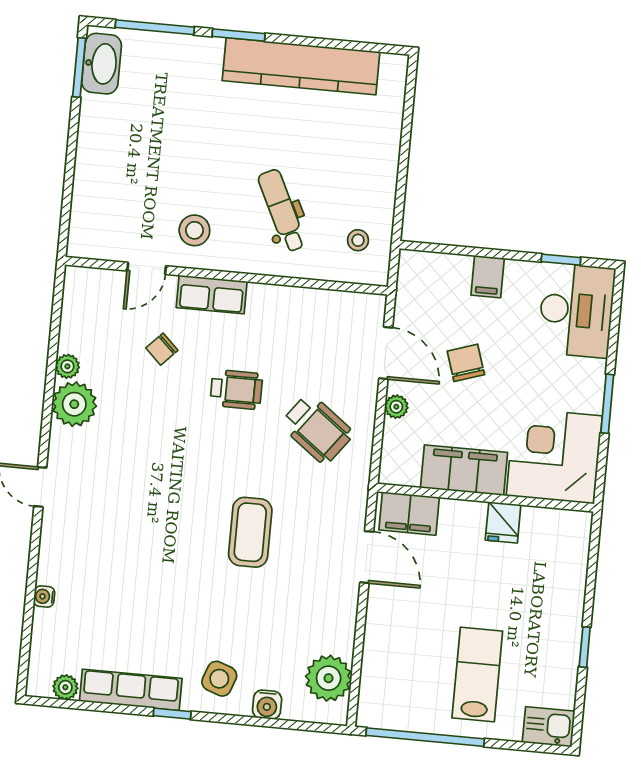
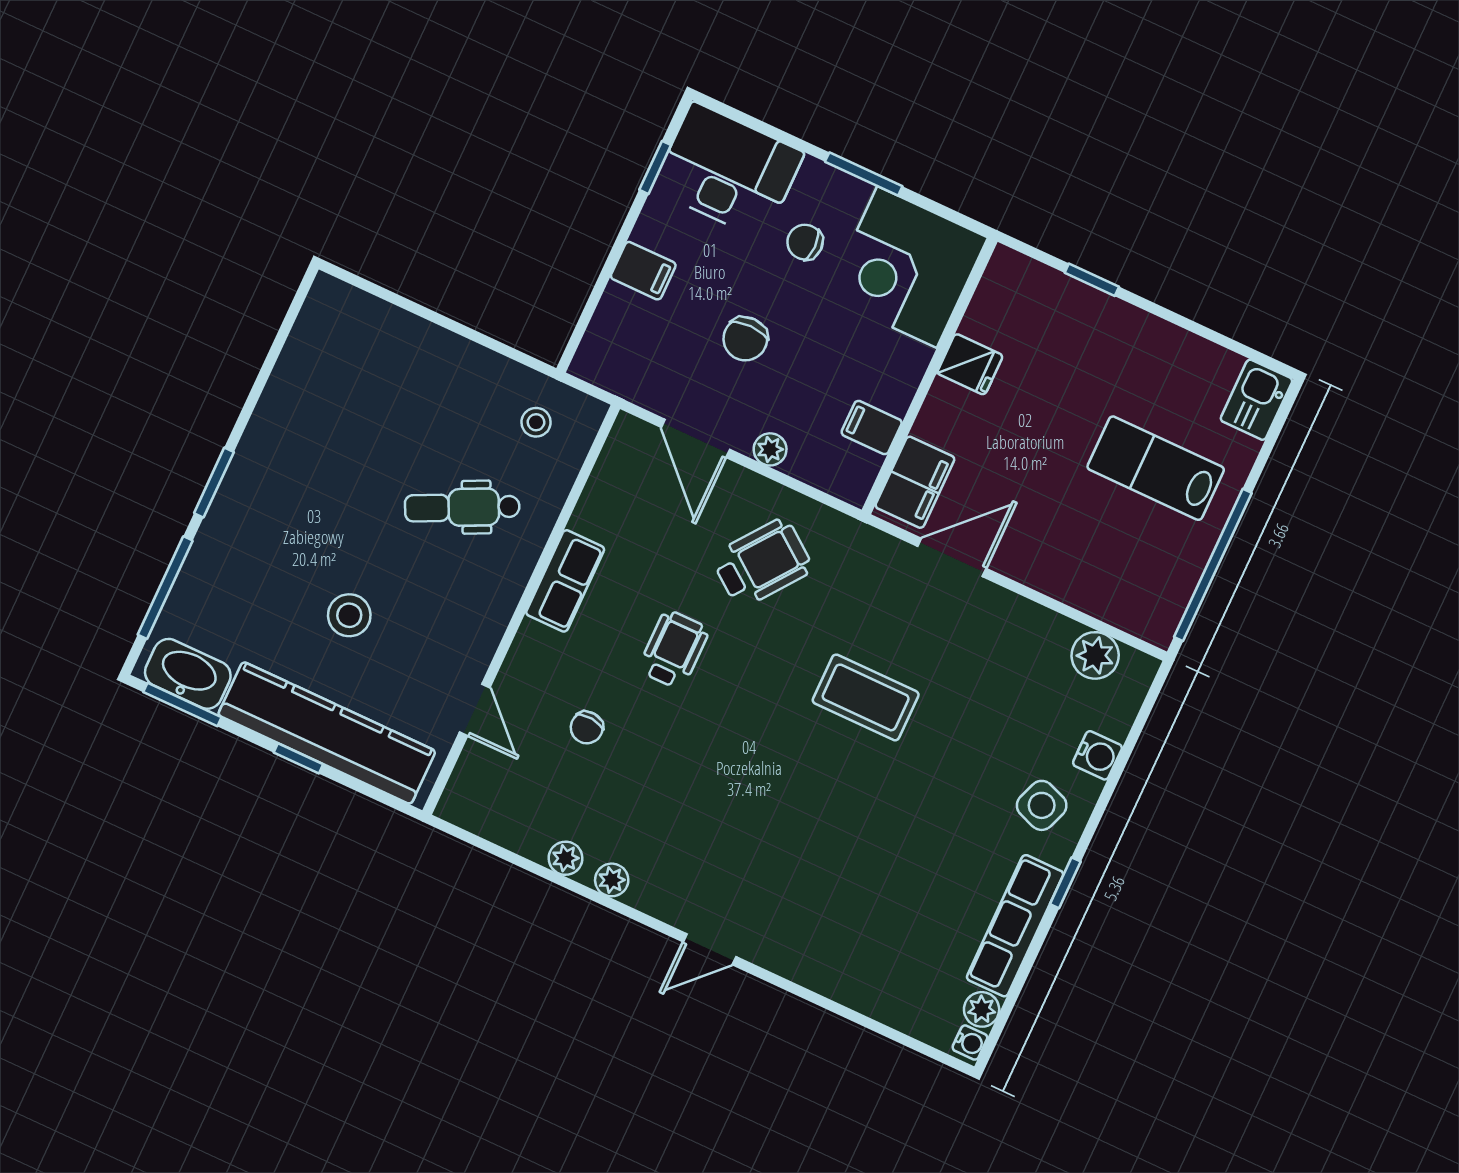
kitchen counter: (301, 66) -> (327, 733), moved, turned -90
window: (71, 160) -> (298, 758), added
stool: (194, 230) -> (349, 615), moved
row of seats: (212, 295) -> (565, 581), moved
chair: (162, 349) -> (587, 728), turned 51
door: (386, 353) -> (695, 438), swing flipped
chair: (466, 363) -> (745, 339), turned -72
chair: (546, 380) -> (805, 242), added
plant: (74, 404) -> (612, 880), width x0.53, depth x0.53
filing cabinet: (464, 470) -> (872, 428), width x0.33, depth x0.86
water cooler: (44, 596) -> (970, 1043), moved, turned -90
window: (585, 647) -> (1092, 280), moved
plant: (329, 678) -> (1095, 655), width x0.73, depth x0.73

